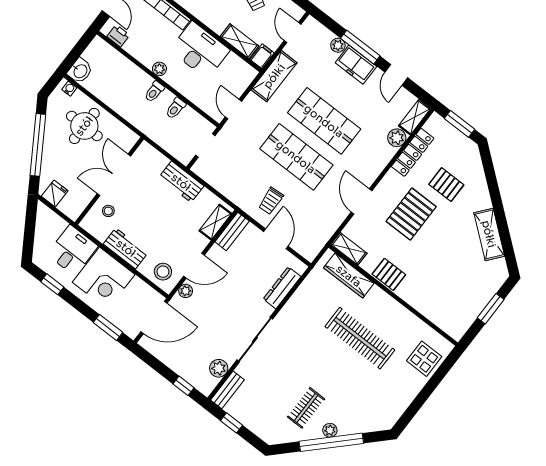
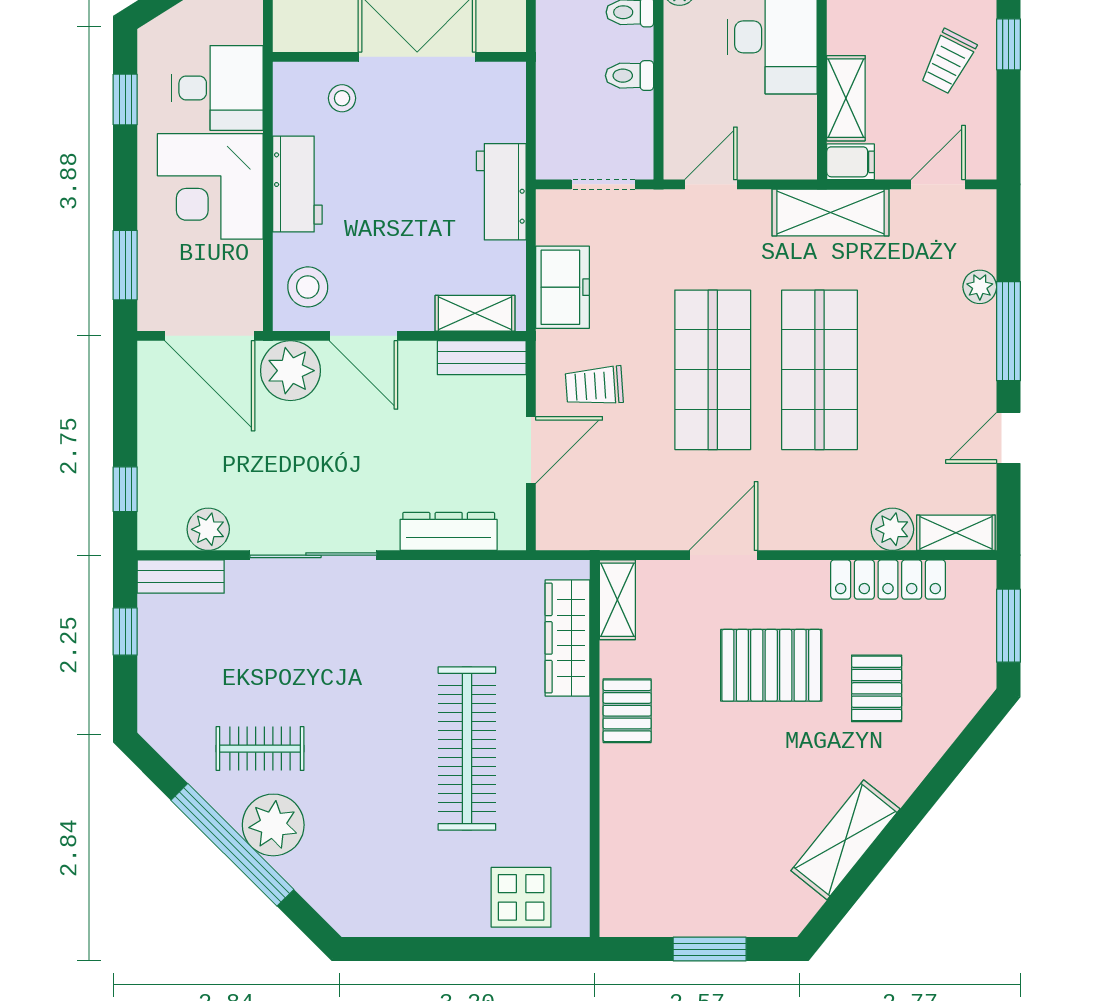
freezer: (356, 65) -> (562, 287), moved, turned 180
plant: (186, 291) -> (290, 371), width x1.88, depth x1.88
plant: (330, 430) -> (273, 825), width x1.88, depth x1.88

